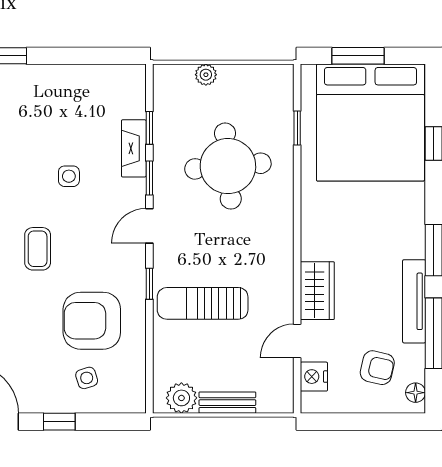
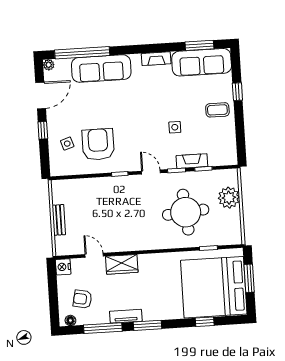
plant: (206, 75) -> (229, 198), width x1.87, depth x1.87
coffee table: (38, 249) -> (217, 110), moved
tv unit: (414, 301) -> (126, 316), width x0.71
sun lounger: (203, 303) -> (111, 203), removed
armchair: (377, 368) -> (83, 299), turned 89
nightstand: (314, 377) -> (63, 267), moved, turned -90
plant: (181, 398) -> (60, 195), removed

